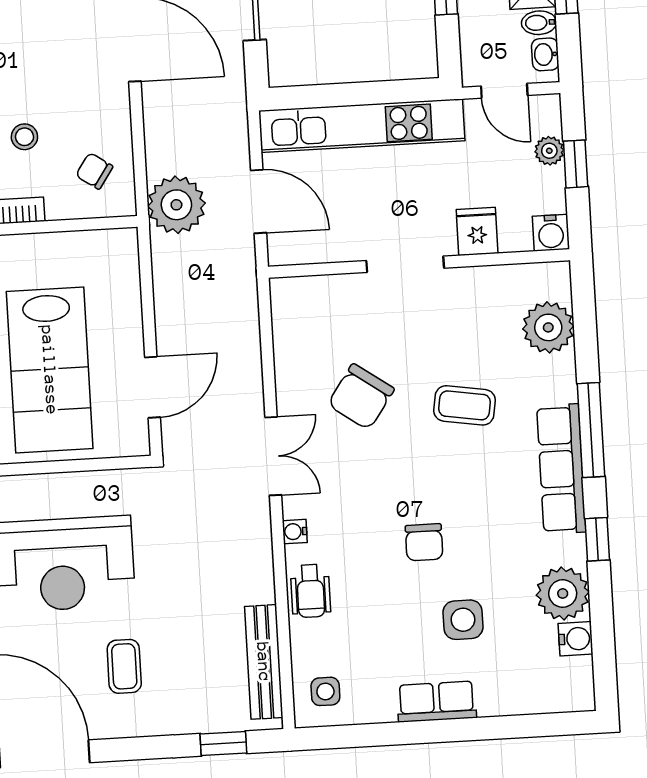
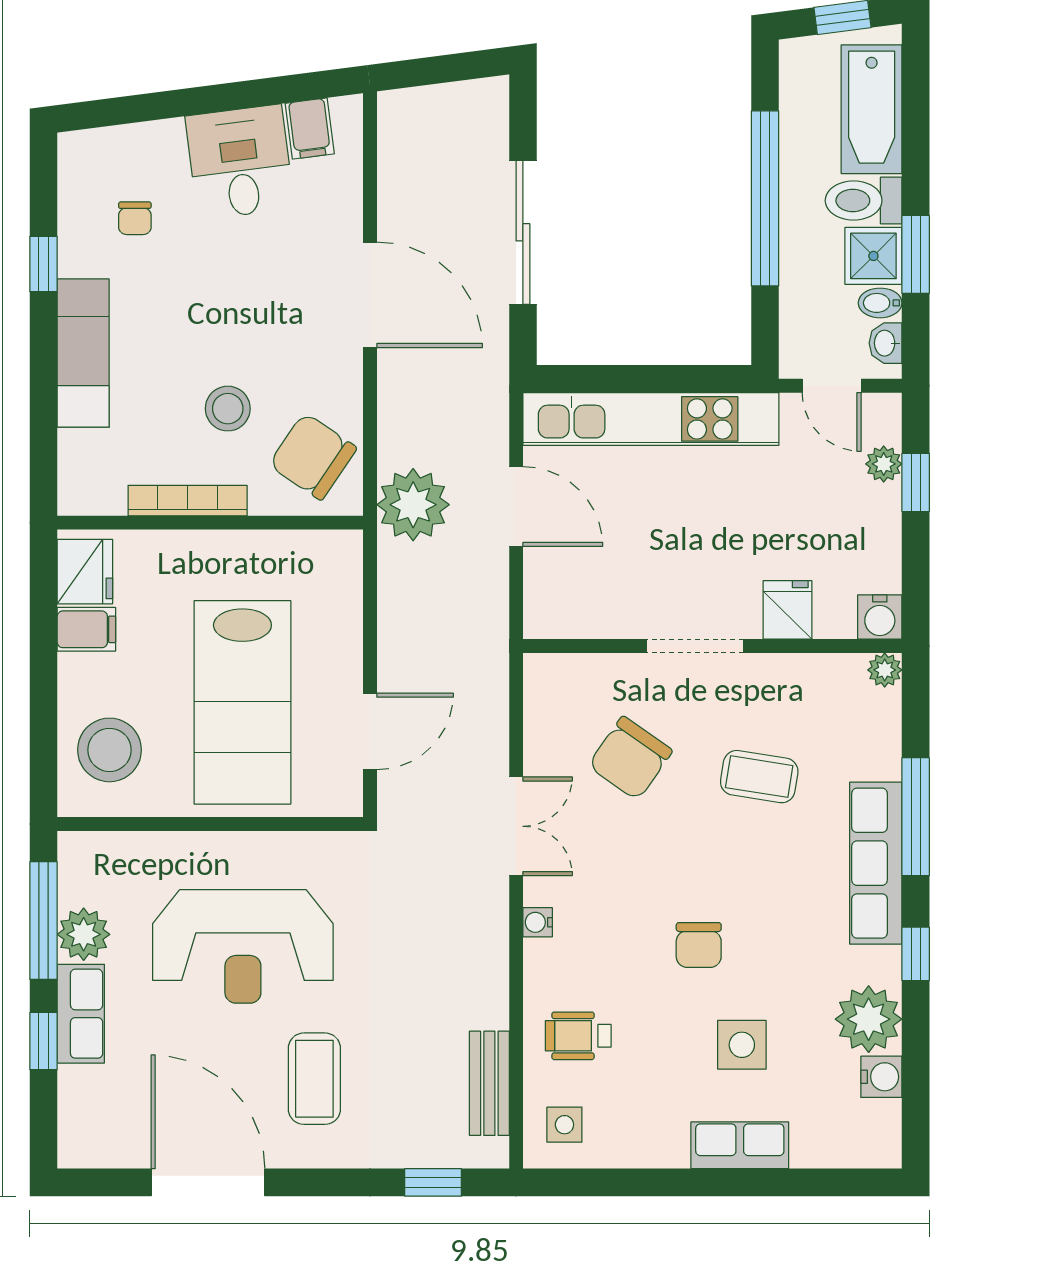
stool: (24, 137) -> (228, 409), width x1.37, depth x1.37
chair: (94, 171) -> (313, 456), width x1.87, depth x1.87
fridge: (477, 231) -> (788, 610), moved
water cooler: (551, 233) -> (880, 617), moved
wall: (419, 263) -> (712, 646), moved
doorway: (405, 264) -> (695, 646), moved
plant: (548, 327) -> (885, 670), width x0.53, depth x0.53
wheelchair: (311, 591) -> (578, 1036), moved, turned 90
bench: (264, 662) -> (489, 1083), width x0.73
coffee table: (124, 666) -> (314, 1079), width x1.36, depth x1.30
row of seats: (437, 702) -> (740, 1145), moved

